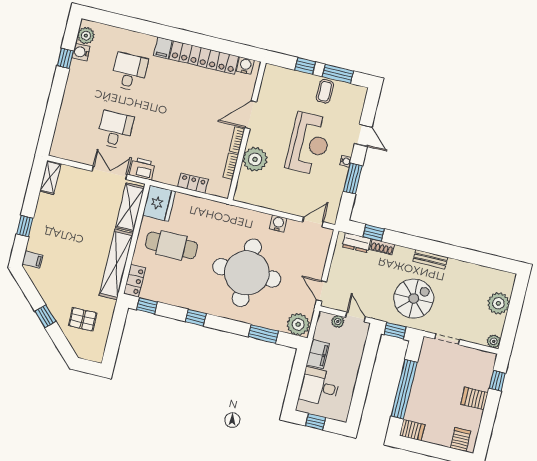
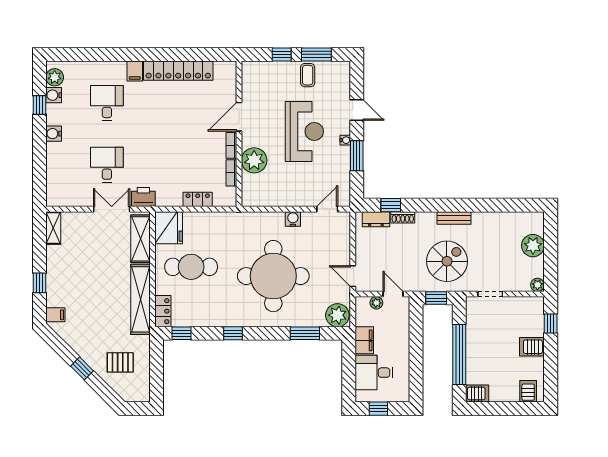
water cooler: (245, 66) -> (54, 134), moved, turned -90

